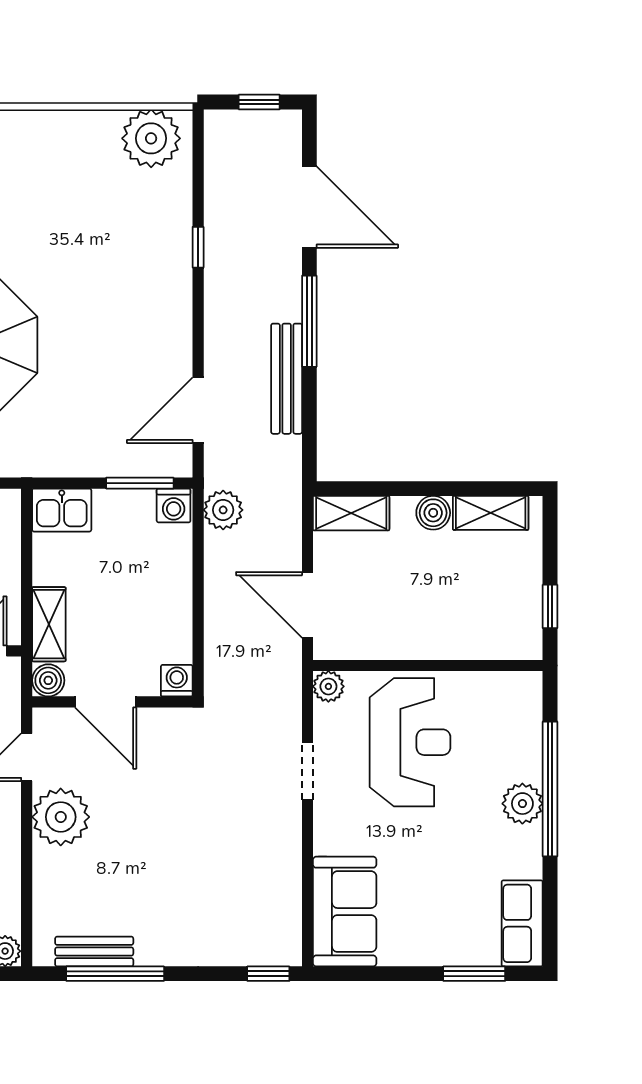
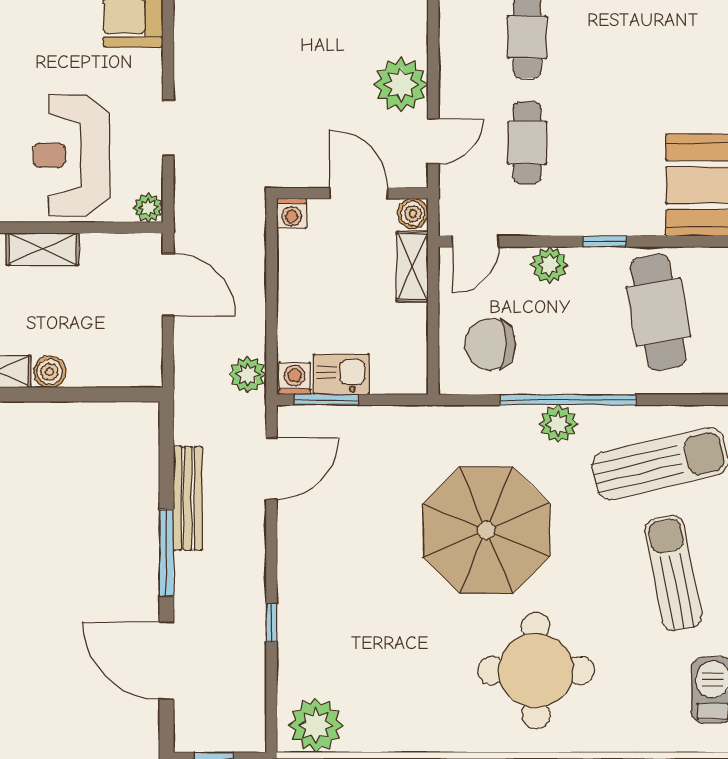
kitchen sink: (62, 510) -> (341, 374), moved
shelving: (351, 513) -> (43, 249), moved

